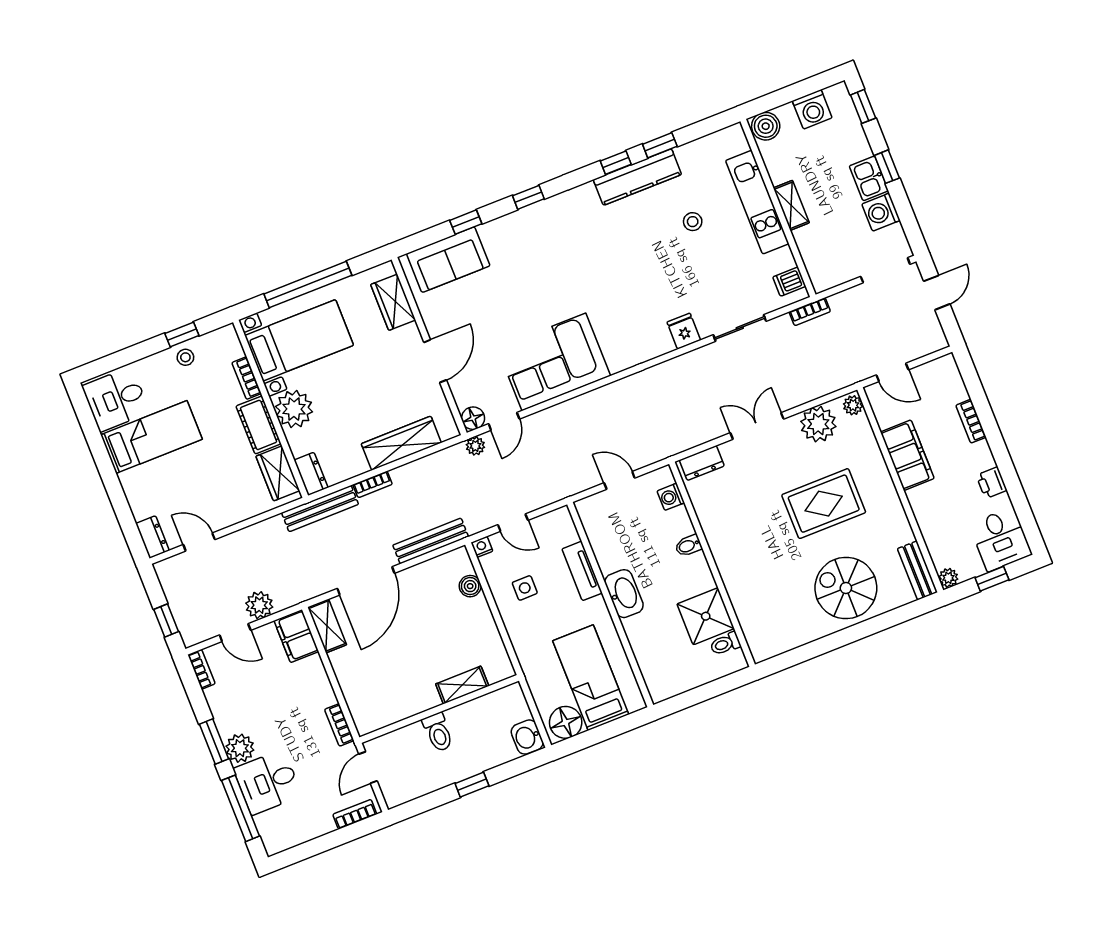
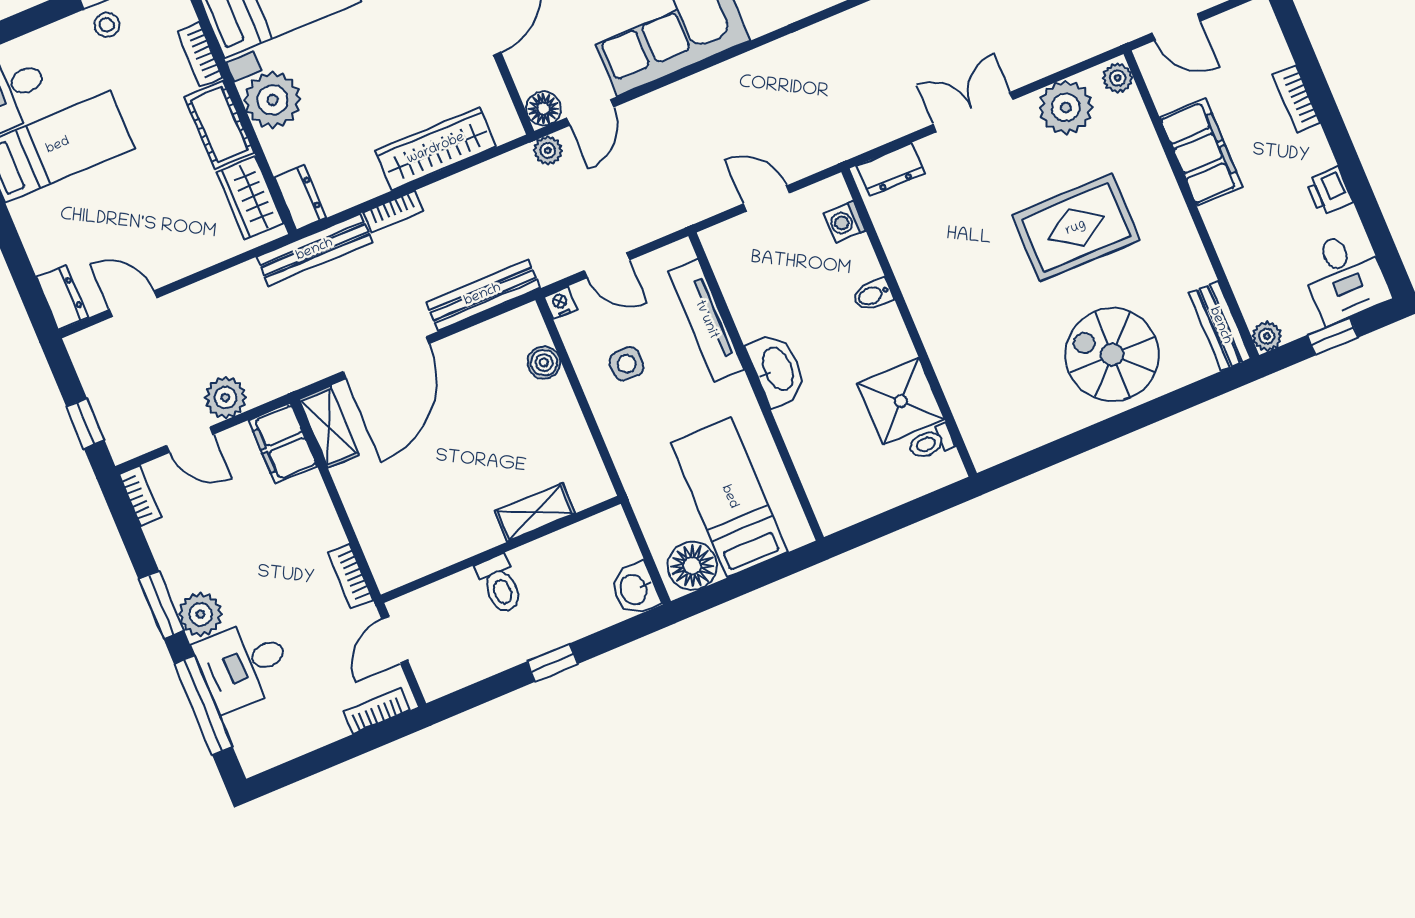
tv unit: (582, 571) -> (706, 320), width x1.41

